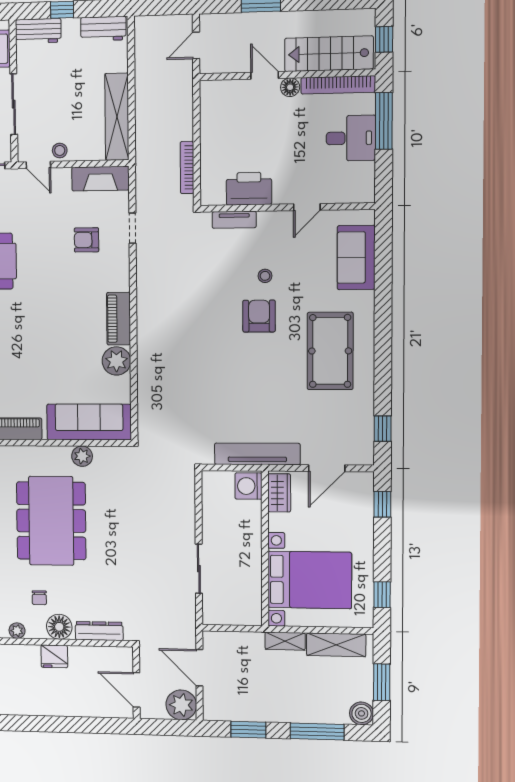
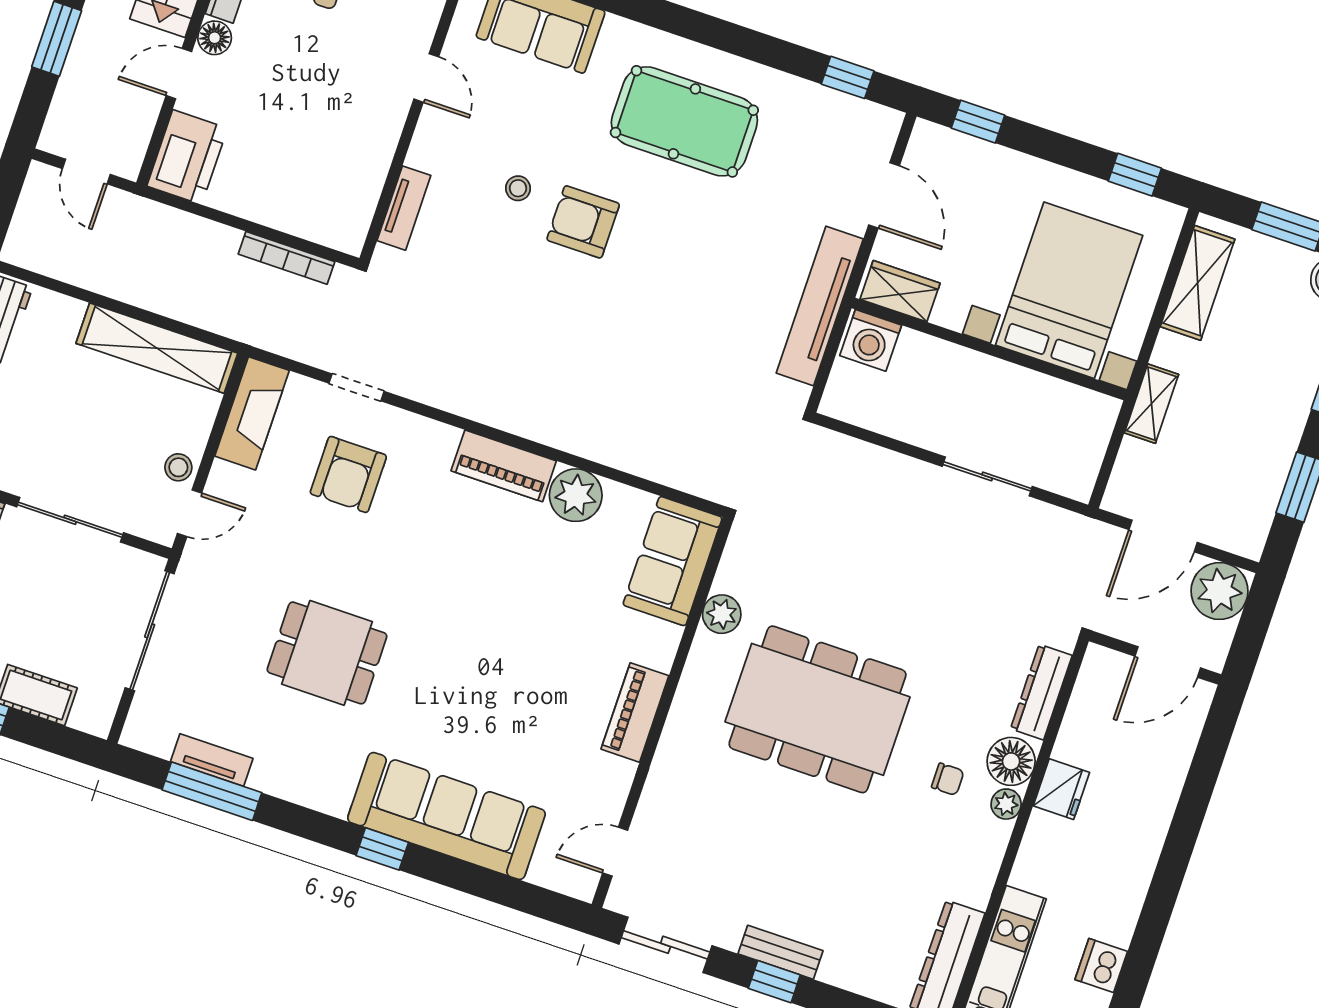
printer: (249, 189) -> (187, 157), moved, turned 180
armchair: (86, 240) -> (348, 474), width x1.38, depth x1.38
sofa: (89, 422) -> (673, 561), width x0.73
plant: (17, 631) -> (1006, 804), moved
shelving: (285, 641) -> (1151, 404), moved

